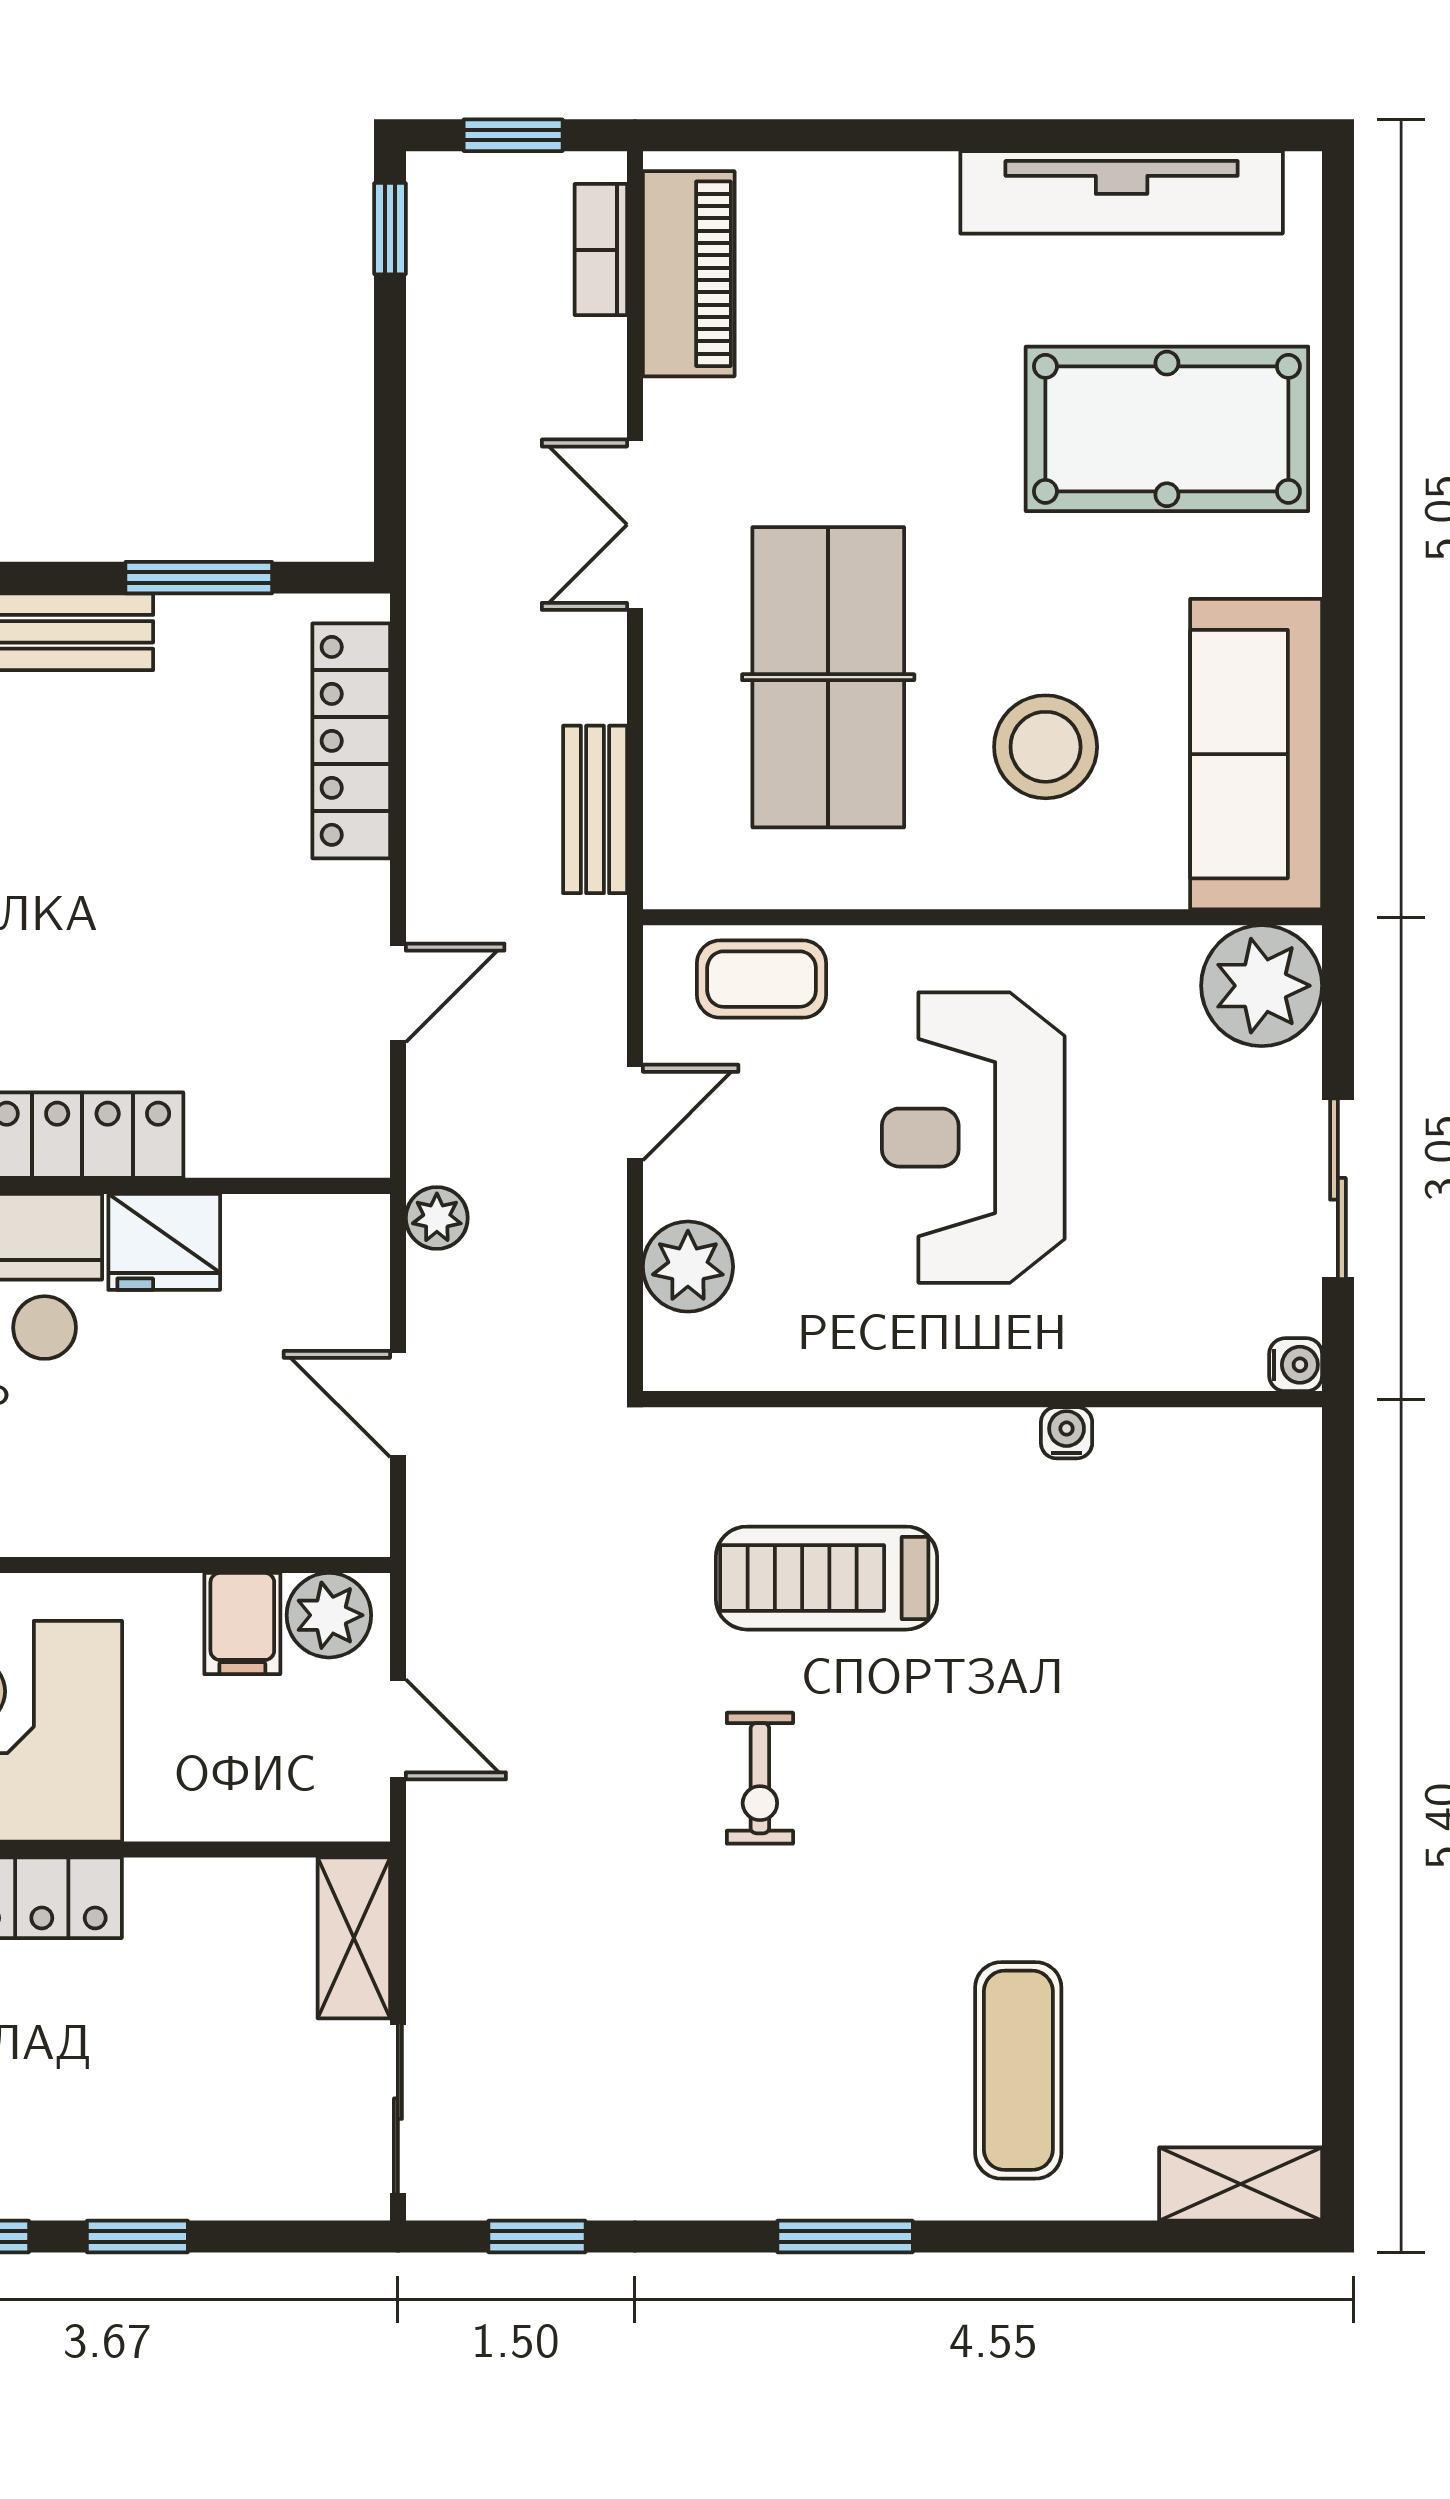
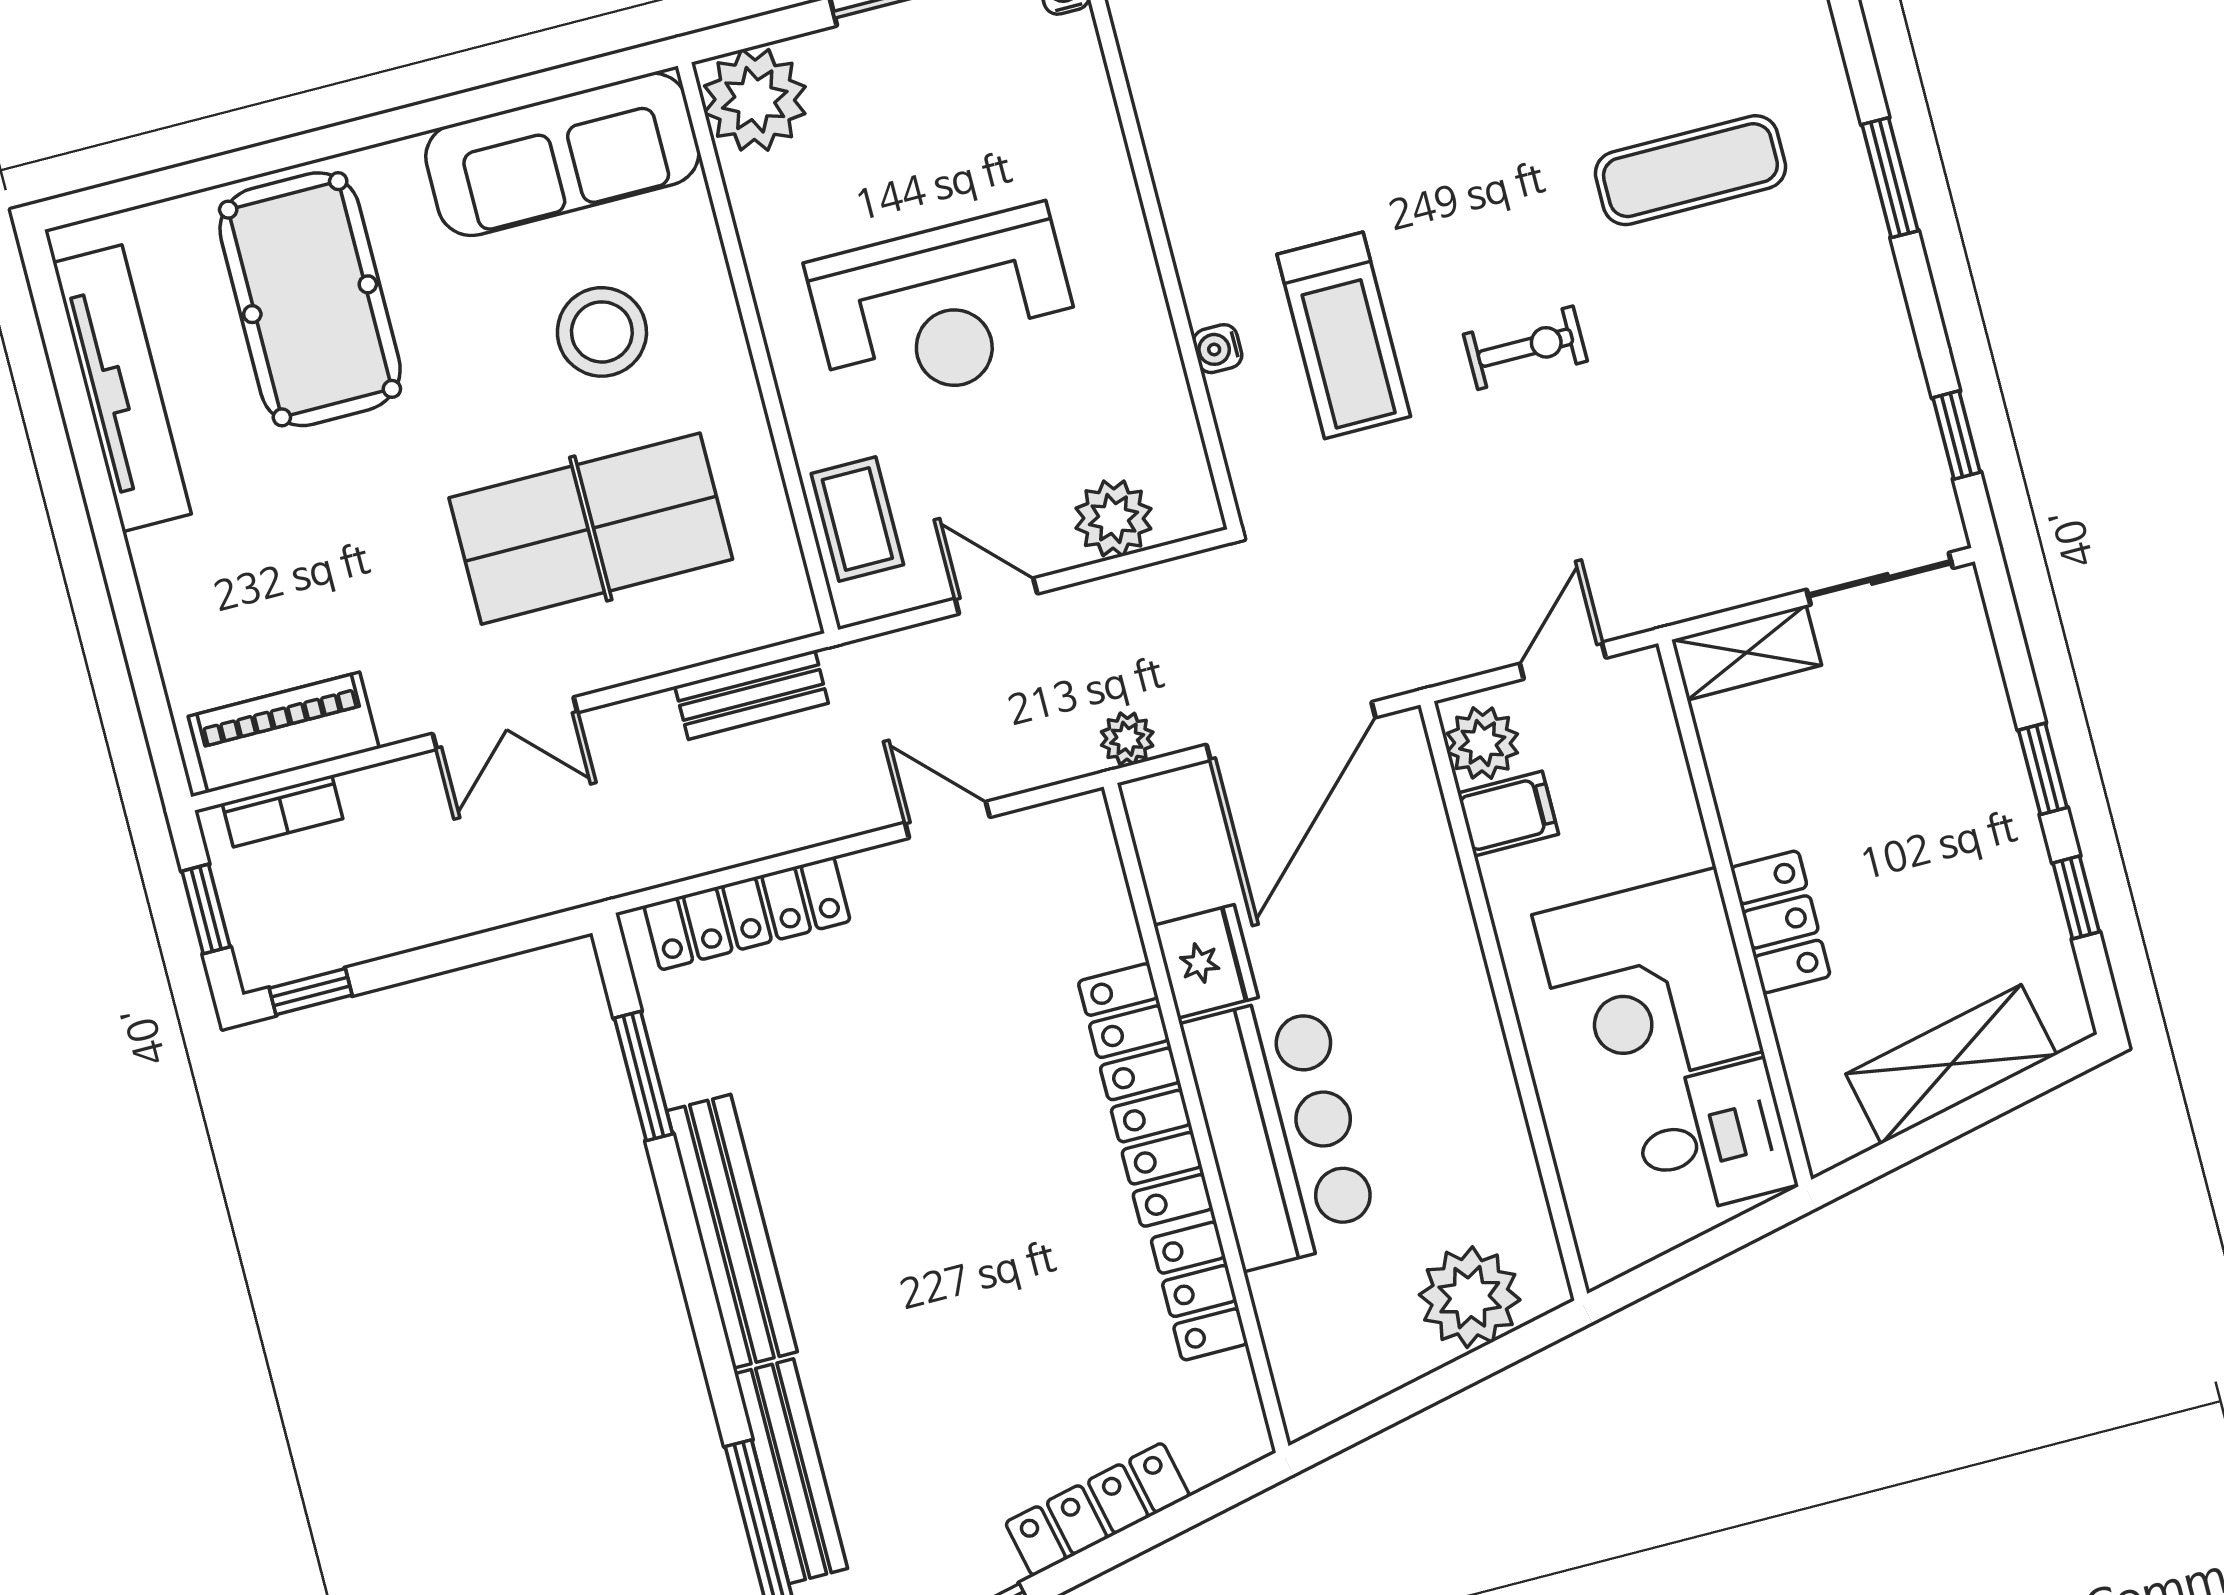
door: (398, 1404) -> (1291, 731), width x1.88
water cooler: (1067, 1433) -> (1218, 349), moved
exercise mat: (1018, 2070) -> (1690, 170), moved

